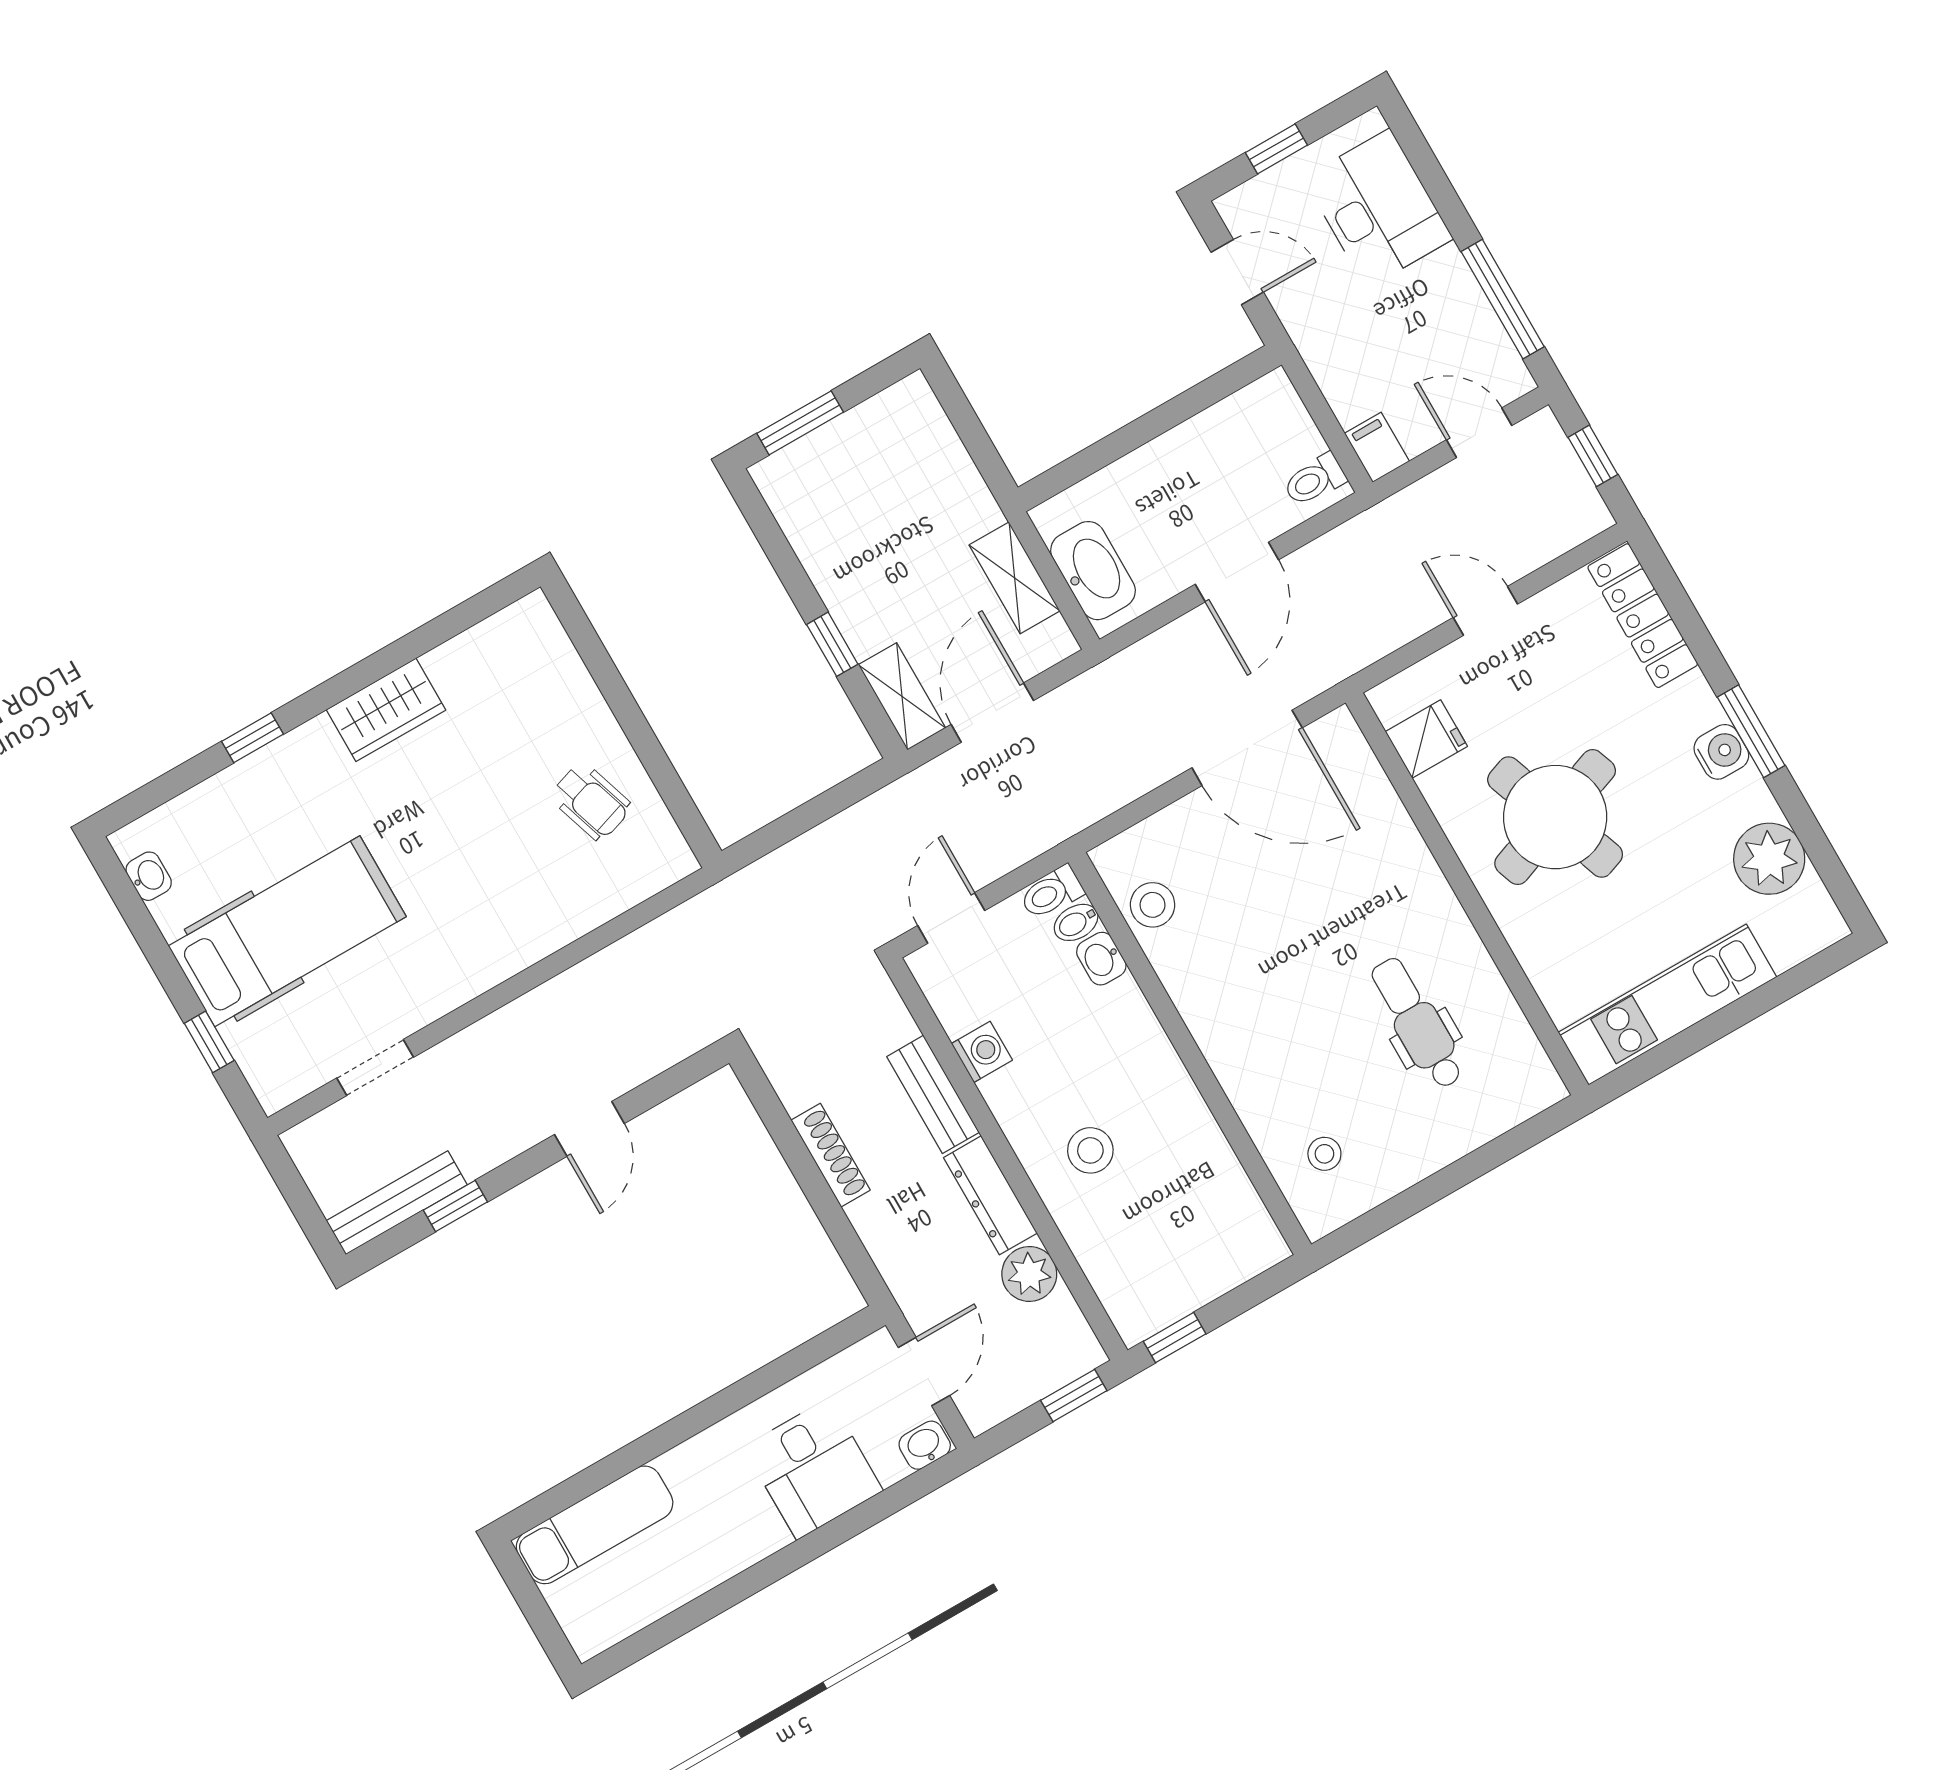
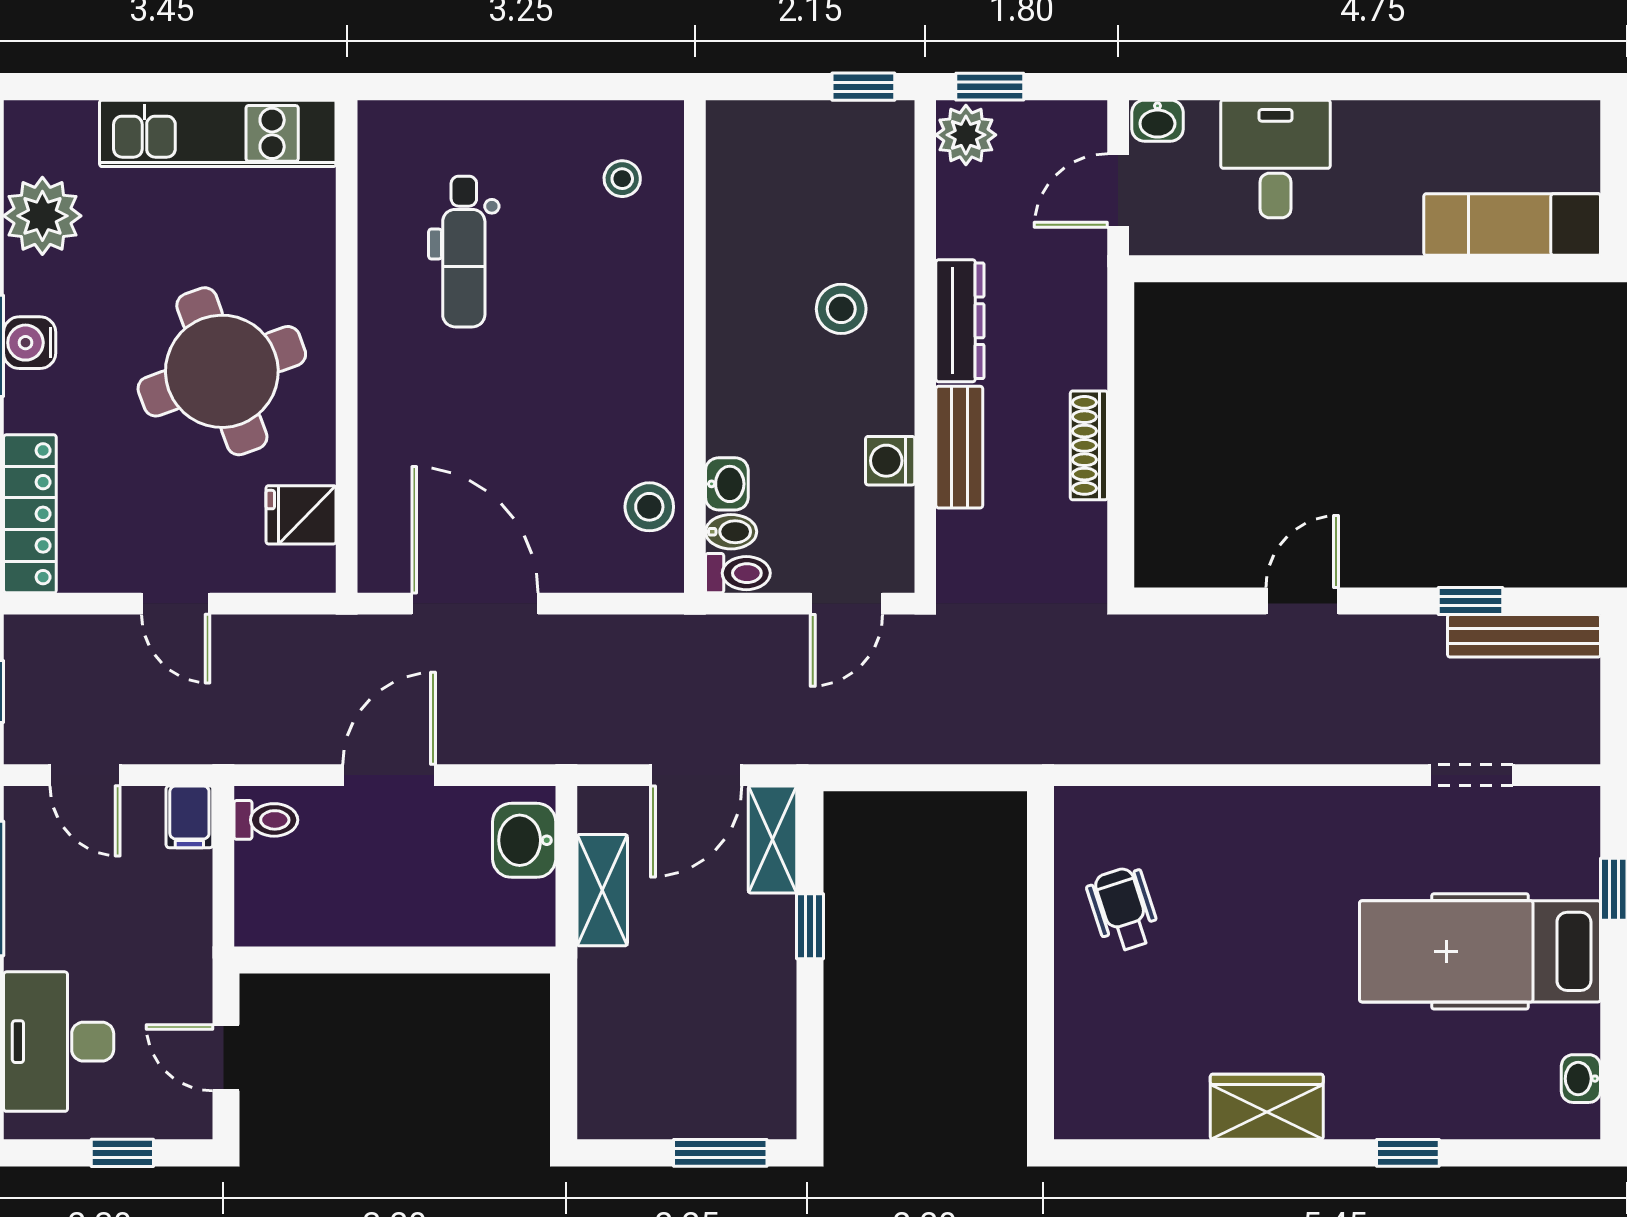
washbasin: (1093, 571) -> (524, 840), width x0.72
plant: (1029, 1274) -> (966, 135), moved

